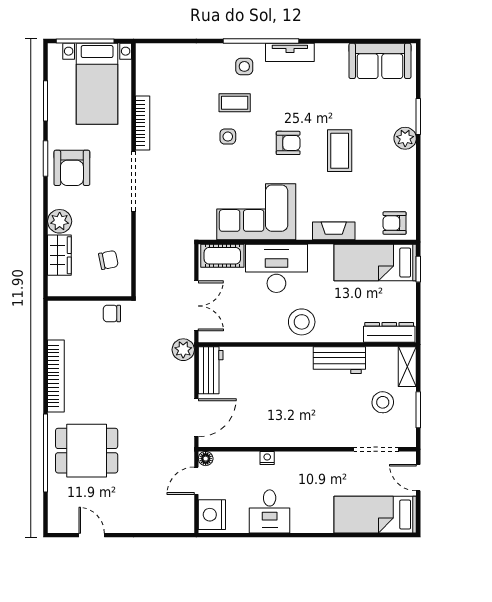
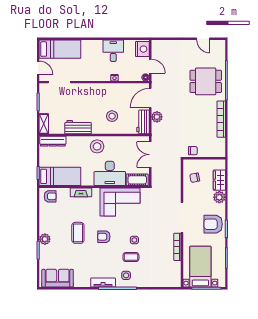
armchair: (72, 168) -> (213, 224), turned -90
plant: (183, 350) -> (157, 117), moved
stool: (383, 402) -> (112, 116), moved
door: (196, 481) -> (150, 66), hinge flipped

